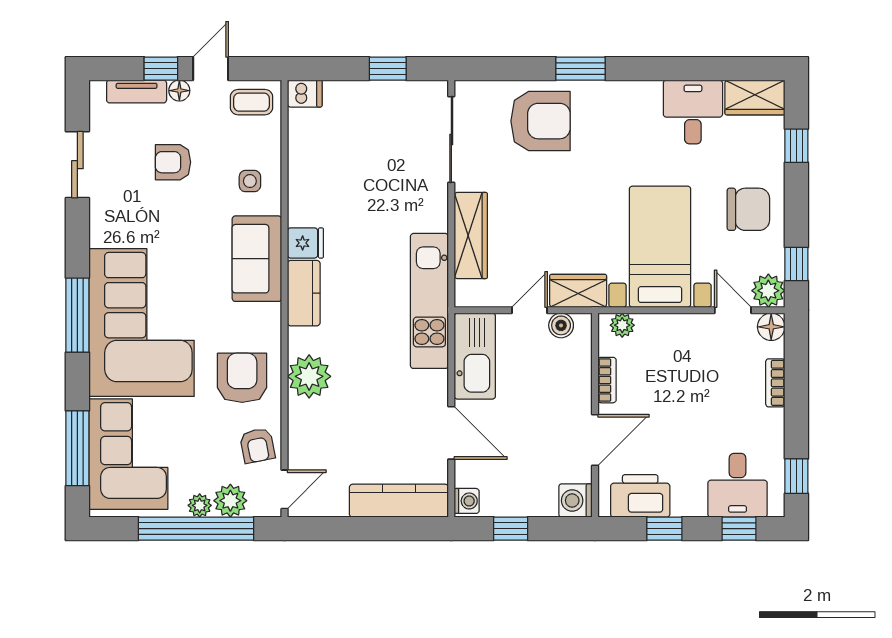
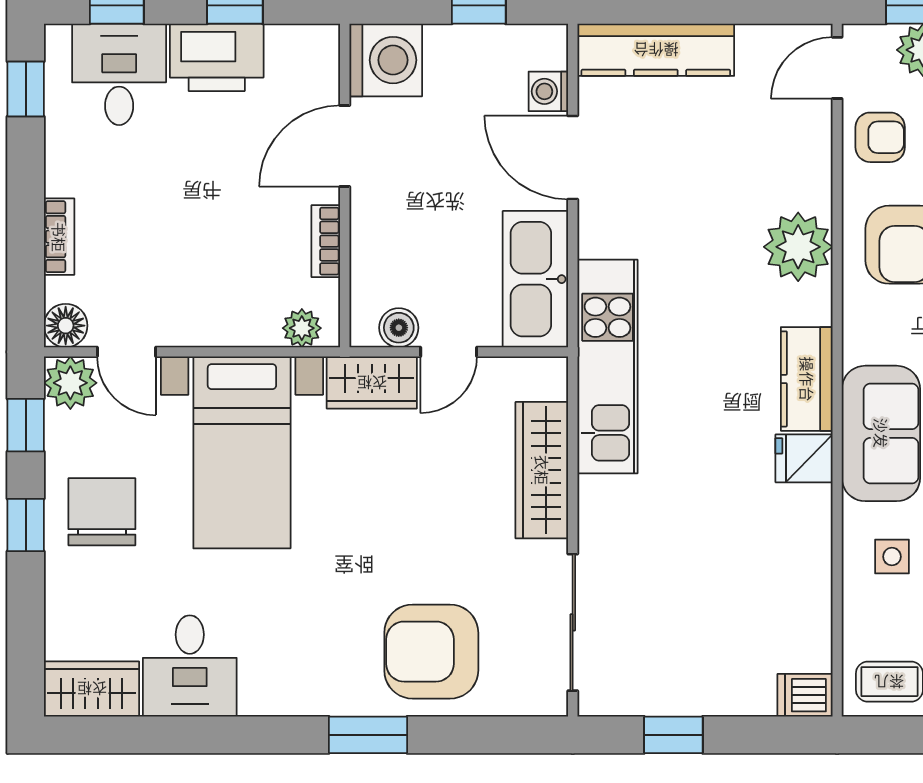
window: (796, 146) -> (26, 525), moved
chair: (748, 209) -> (102, 512), turned 90
armchair: (257, 446) -> (880, 137), turned 101
printer: (640, 496) -> (217, 57), moved
washing machine: (467, 501) -> (548, 91), moved
washing machine: (576, 501) -> (386, 60), width x1.37, depth x1.37

